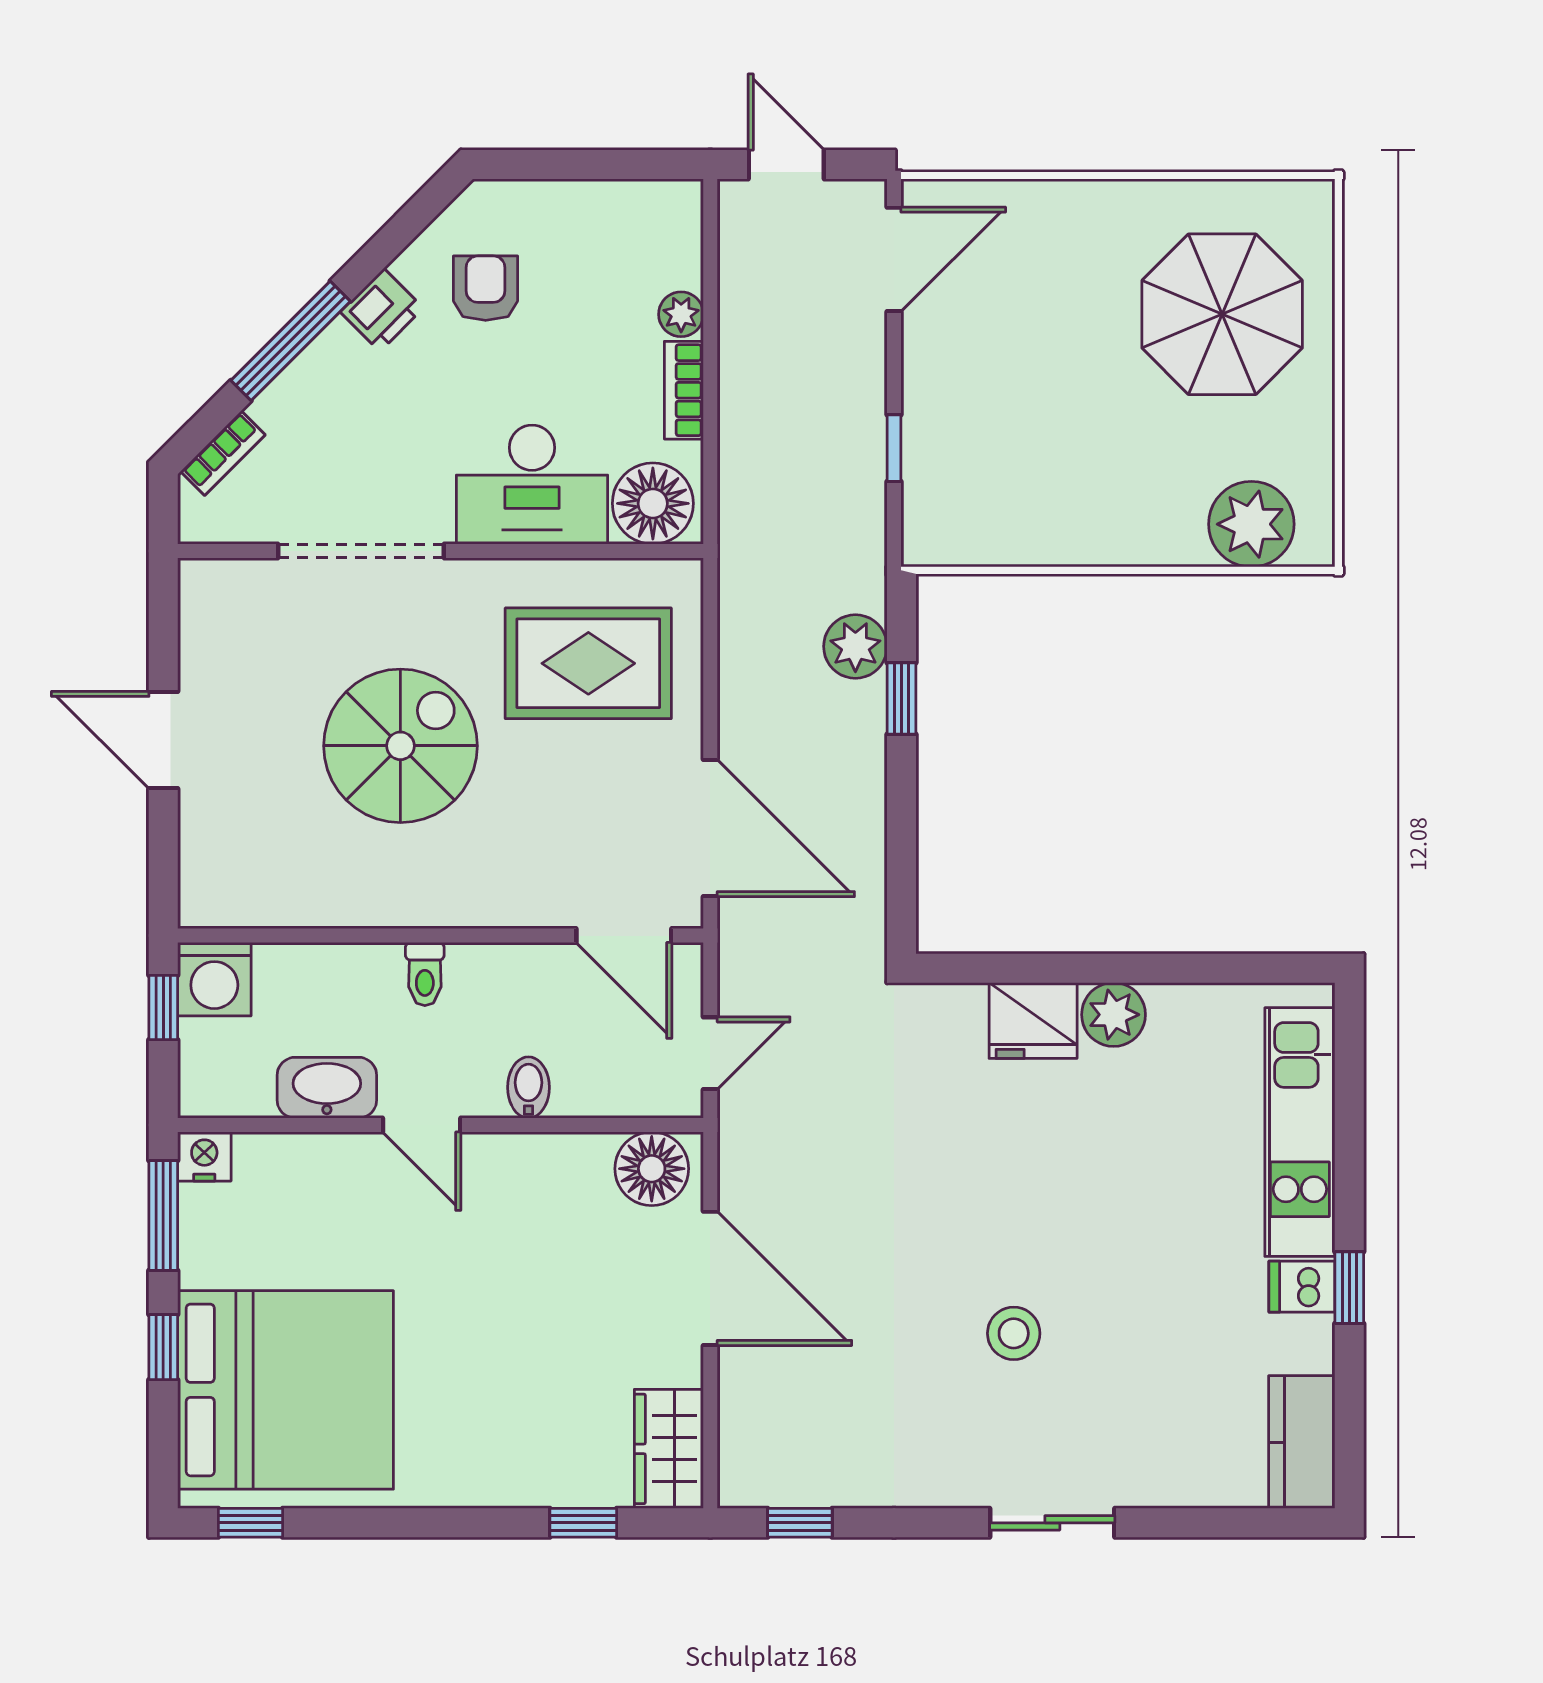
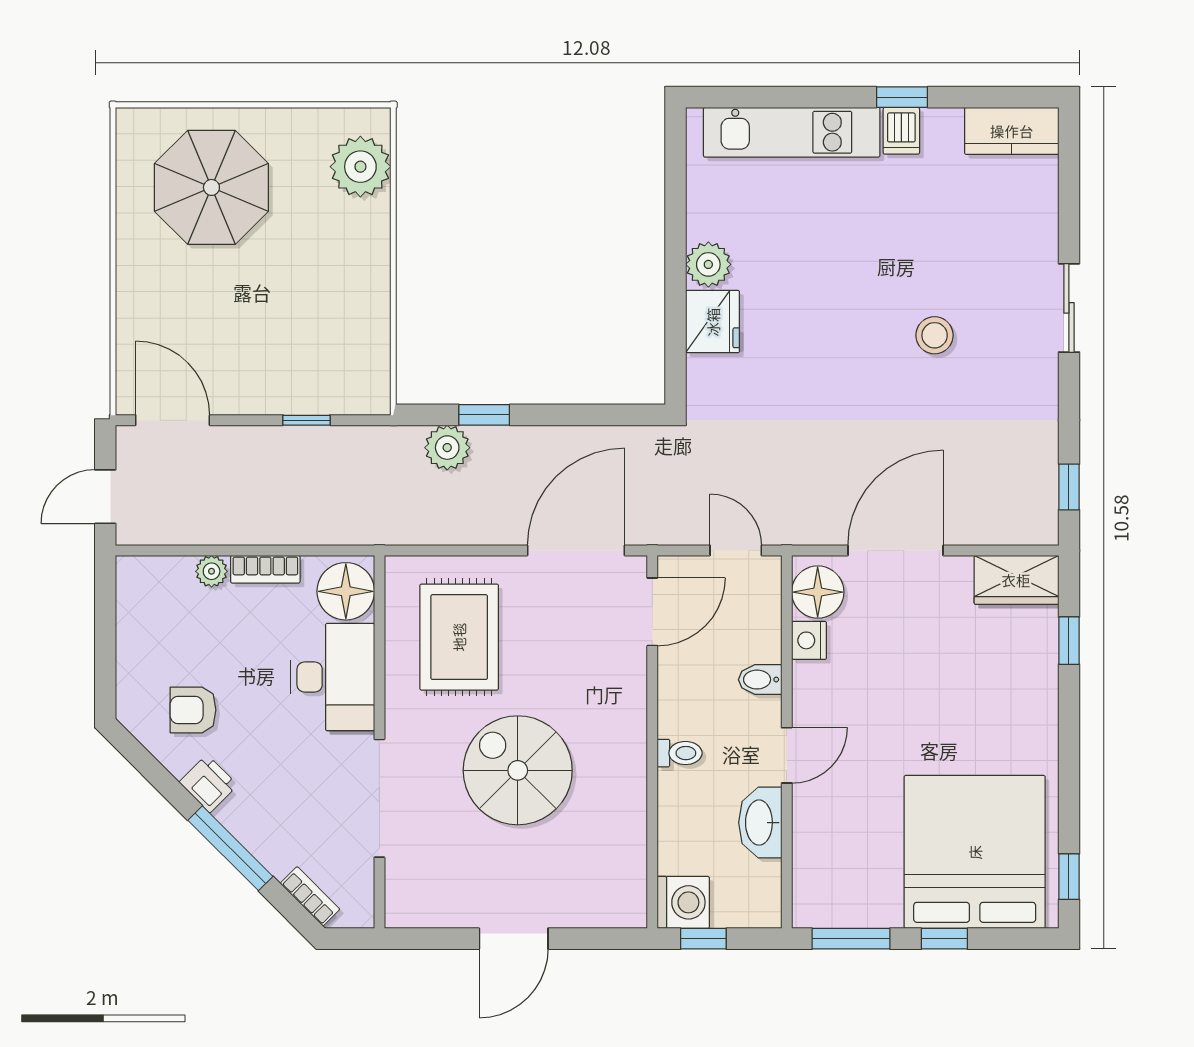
nightstand: (204, 1156) -> (809, 640), moved

